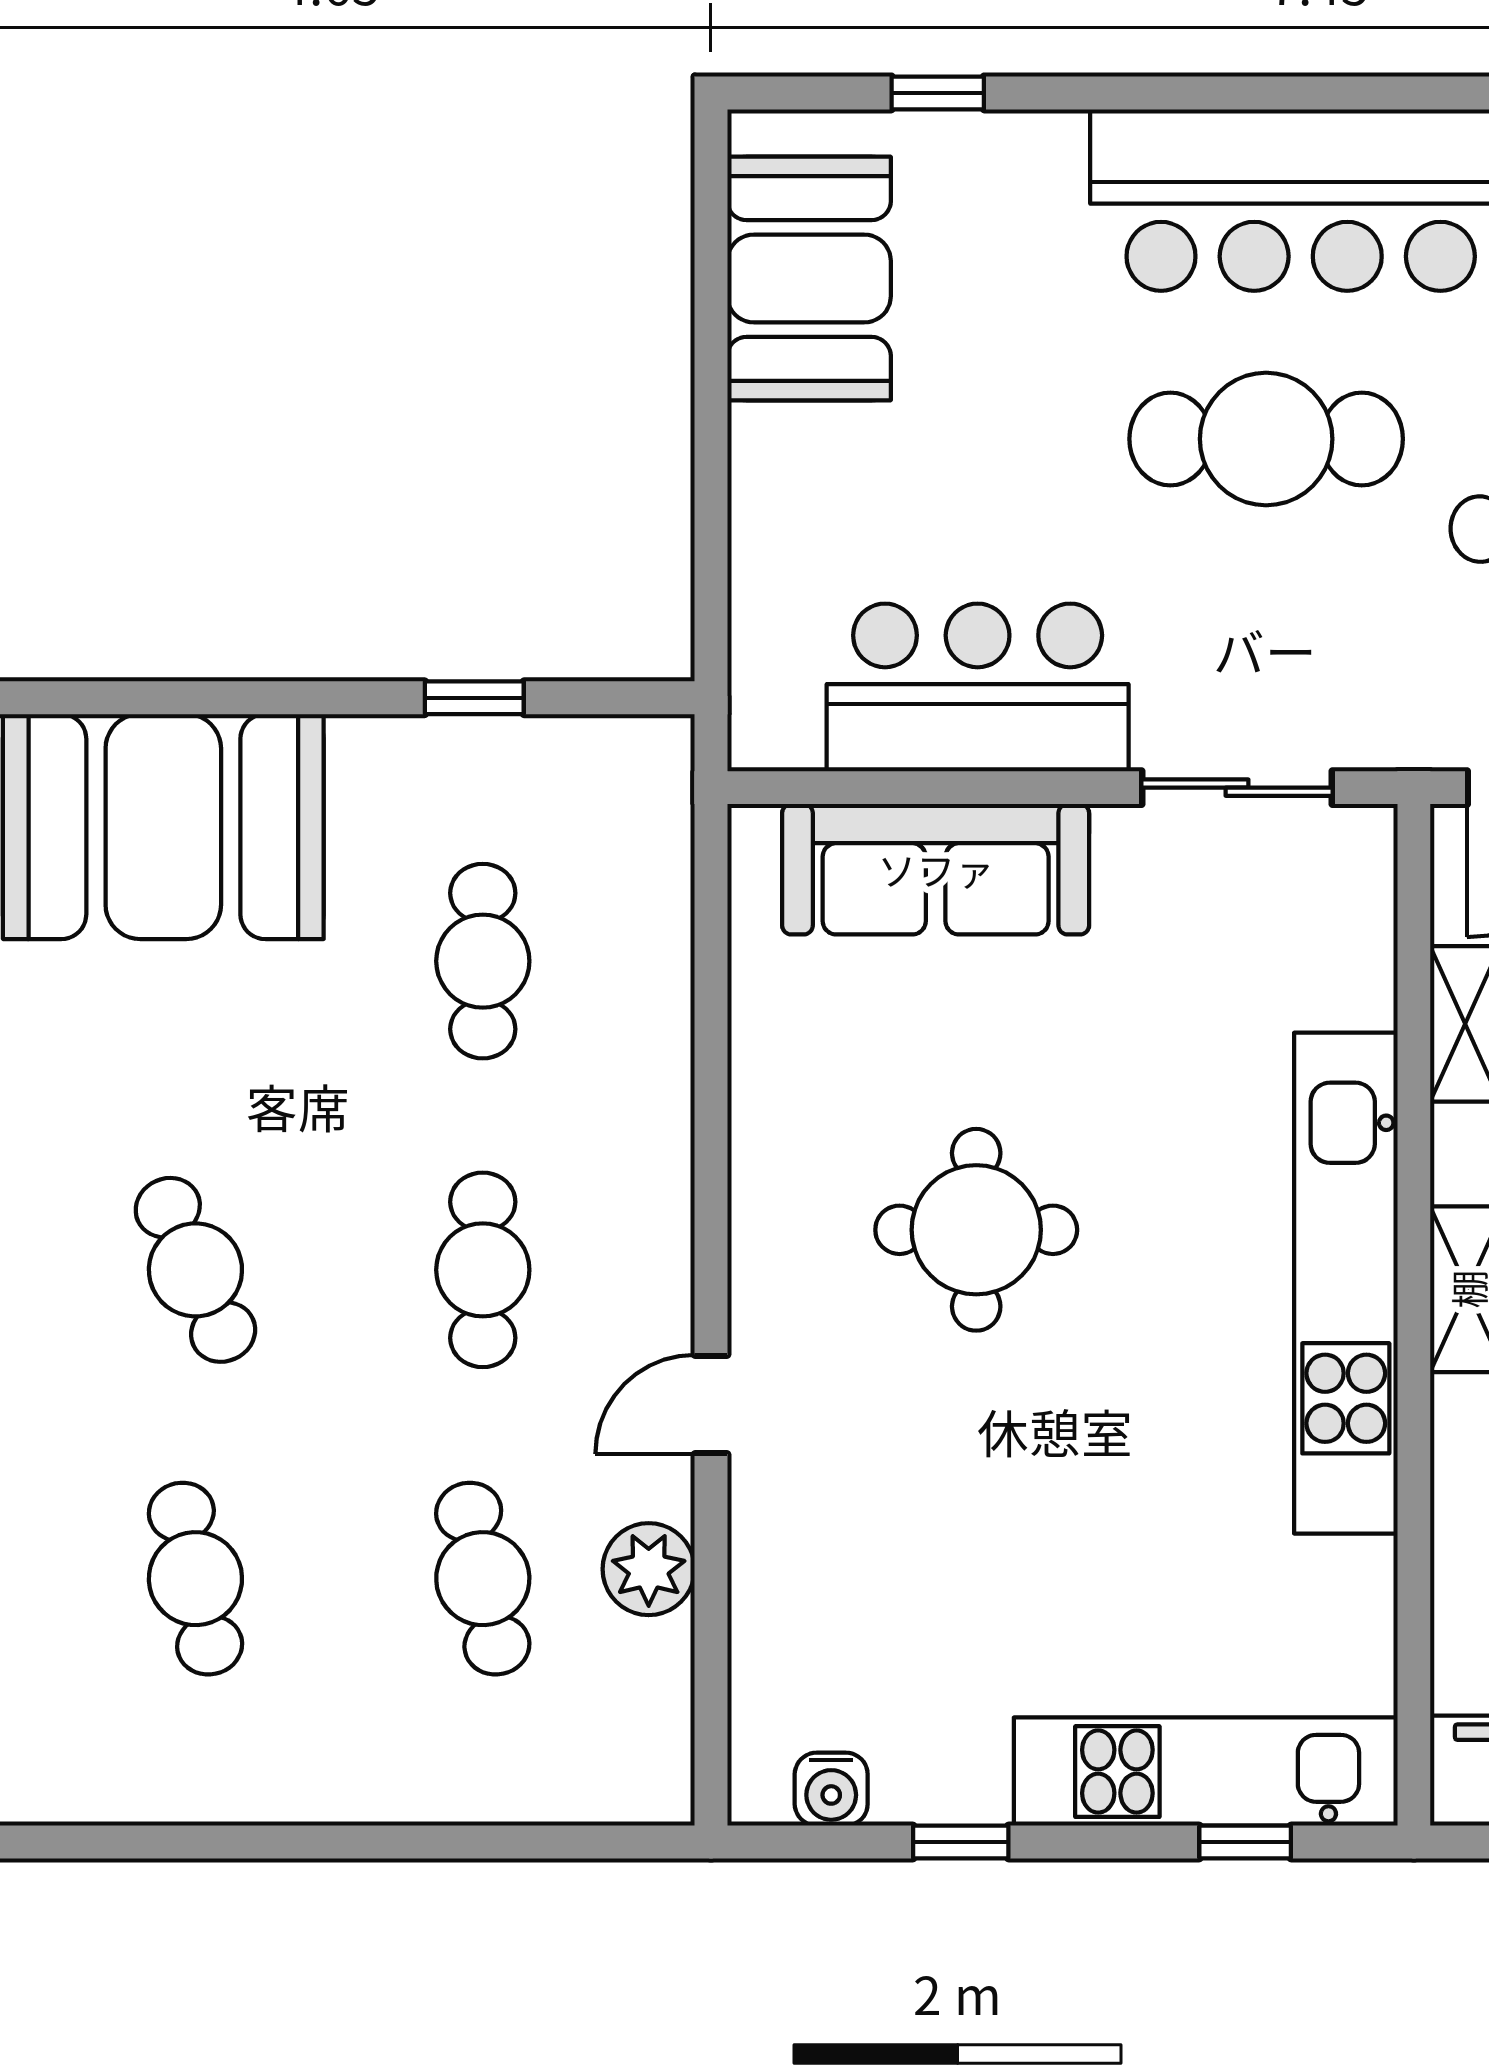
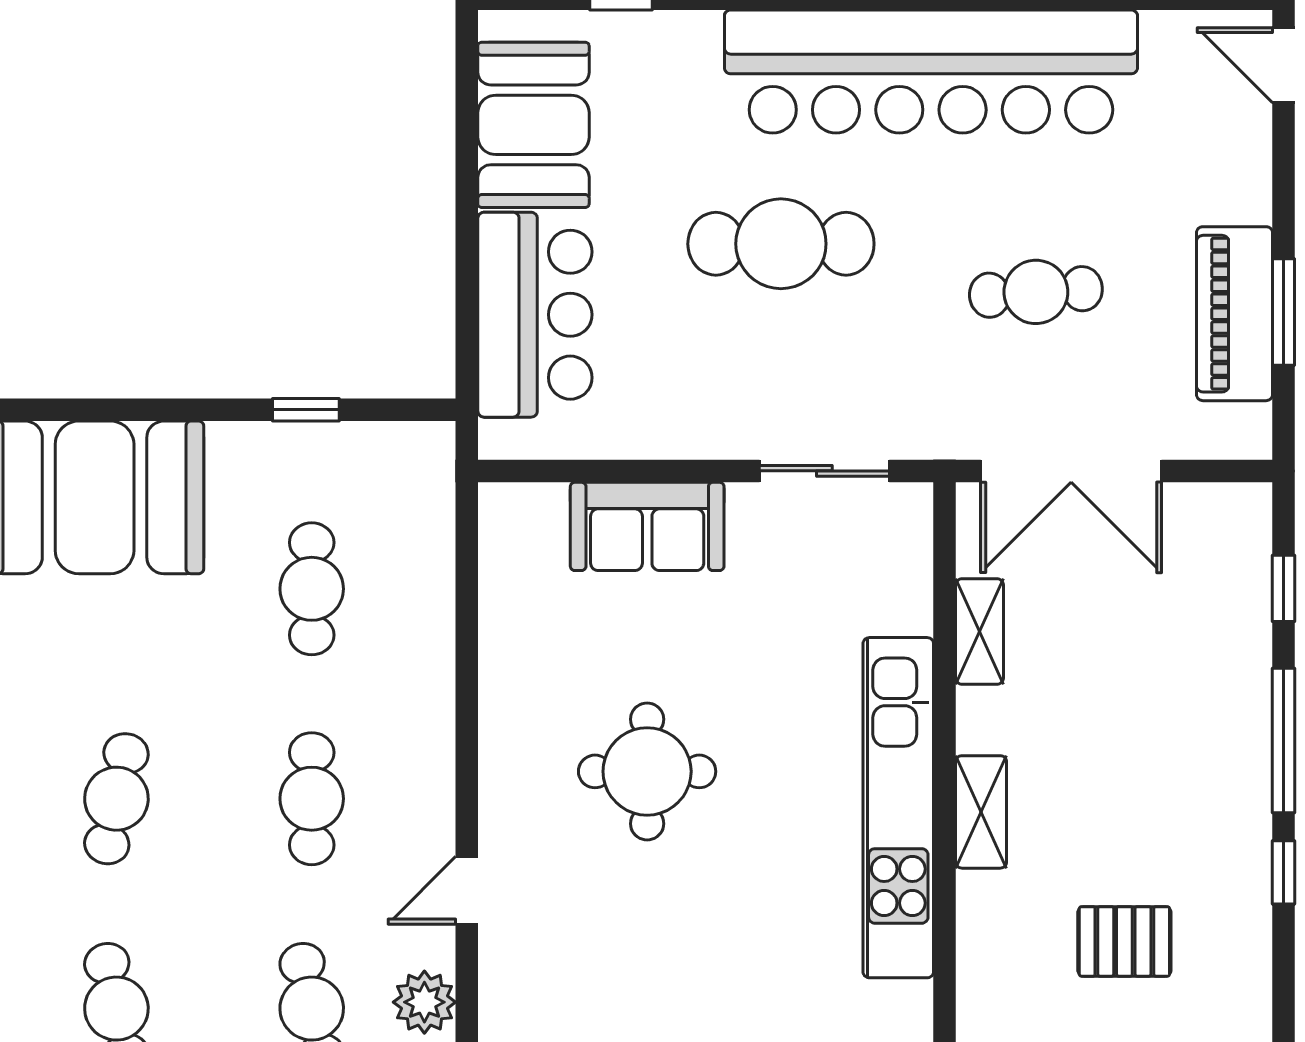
cafe table: (1266, 439) -> (781, 244), moved
bar counter: (978, 687) -> (535, 315), moved, turned 90
sofa: (936, 869) -> (647, 526), width x0.73
cafe table: (195, 1270) -> (116, 799), turned 36

